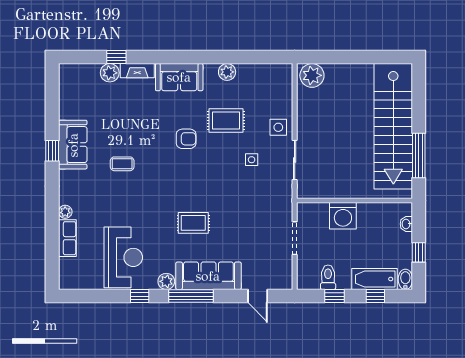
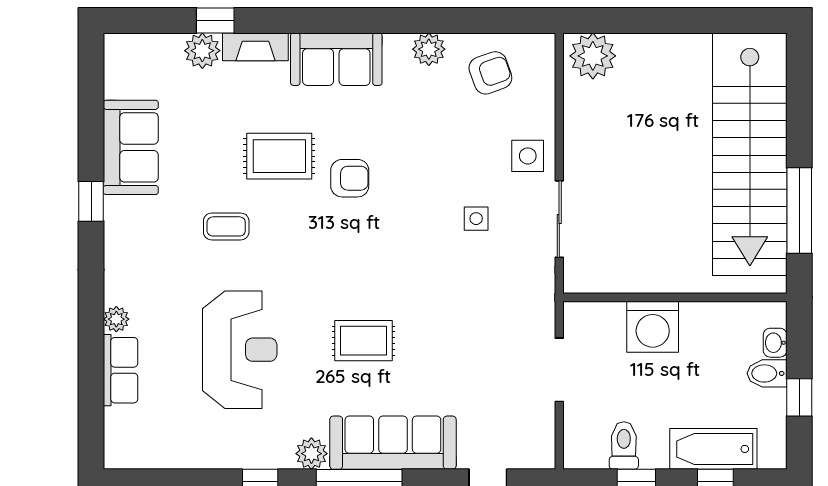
armchair: (259, 84) -> (490, 73), added
rug: (226, 121) -> (279, 156), moved
sofa: (73, 145) -> (131, 147), moved
reception desk: (123, 257) -> (240, 350), moved
bidet: (405, 279) -> (767, 373), moved, turned -90

